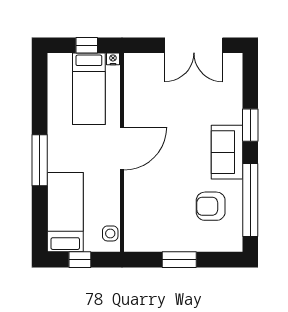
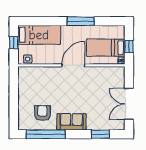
window: (250, 125) -> (100, 134), moved
door: (122, 148) -> (73, 65), swing flipped
window: (40, 160) -> (81, 21), moved
window: (179, 260) -> (14, 96), removed

